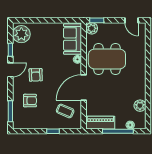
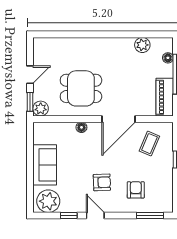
door: (131, 20) -> (30, 75), moved
sofa: (73, 39) -> (45, 165), moved, turned -90
dining table: (107, 59) -> (81, 88), width x0.73
door: (84, 87) -> (118, 119), hinge flipped

